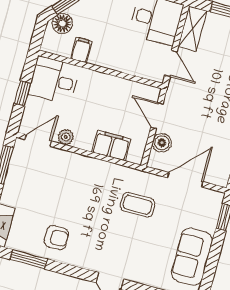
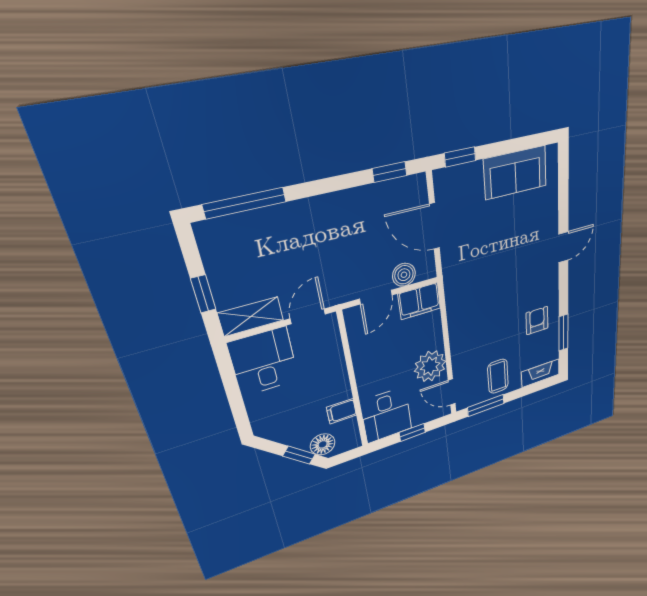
plant: (66, 137) -> (430, 366), width x1.88, depth x1.88
filing cabinet: (111, 145) -> (419, 301), moved, turned -90
coffee table: (138, 205) -> (498, 376), moved

